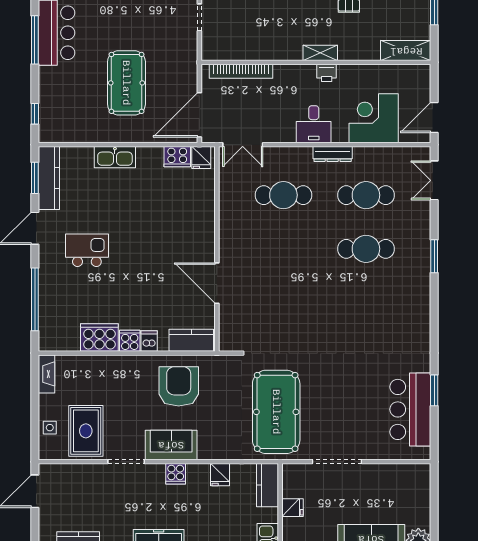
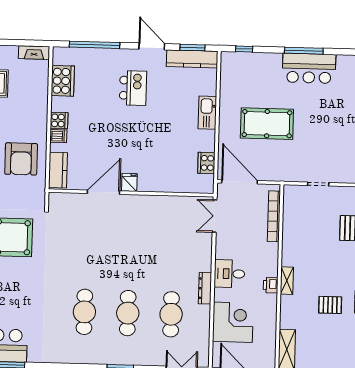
fridge: (201, 158) -> (129, 182), moved, turned 90
cafe table: (283, 195) -> (84, 312), moved
cooker: (99, 337) -> (63, 81), moved
armchair: (179, 386) -> (21, 159), turned 90

